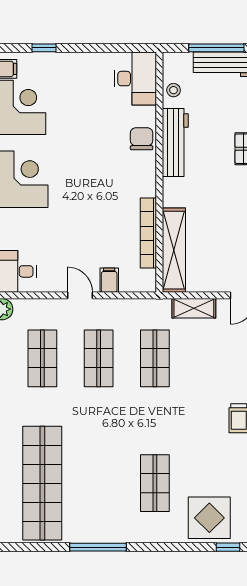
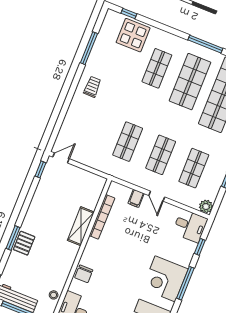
workbench: (175, 142) -> (65, 264), removed
shelving: (174, 250) -> (81, 226), moved, width x0.68
shelving: (194, 308) -> (93, 162), removed
shop shelf: (99, 483) -> (190, 82), added

